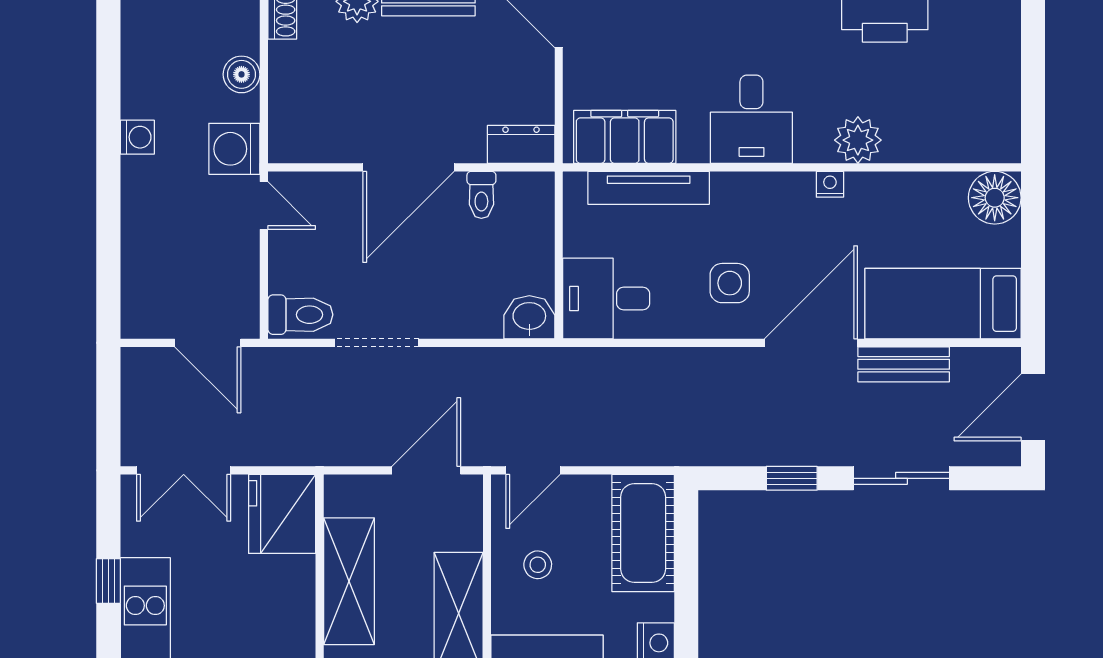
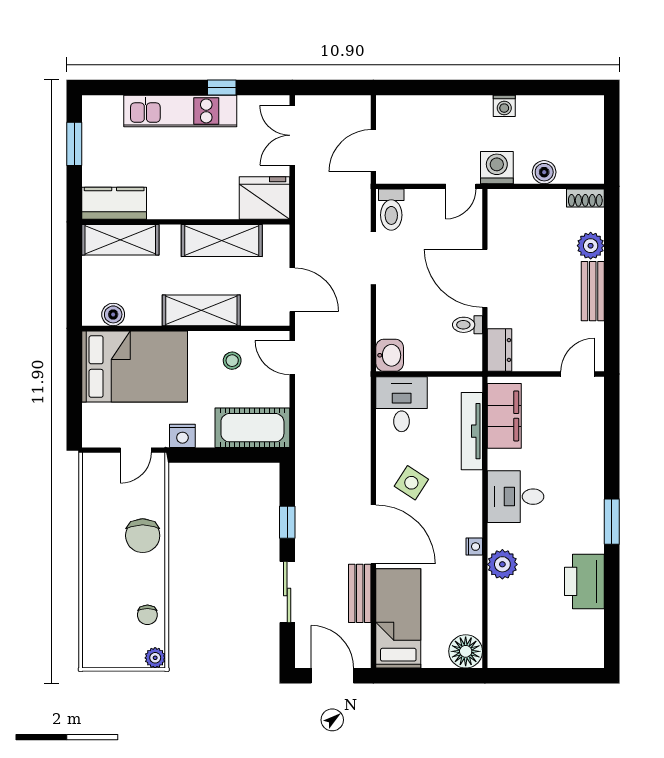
side table: (730, 283) -> (411, 483), turned 33

